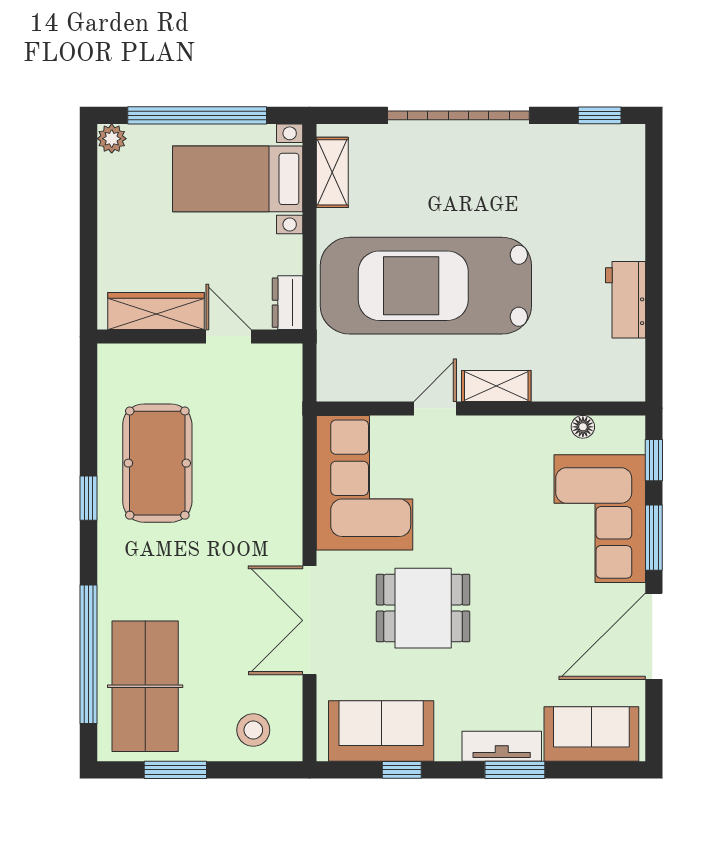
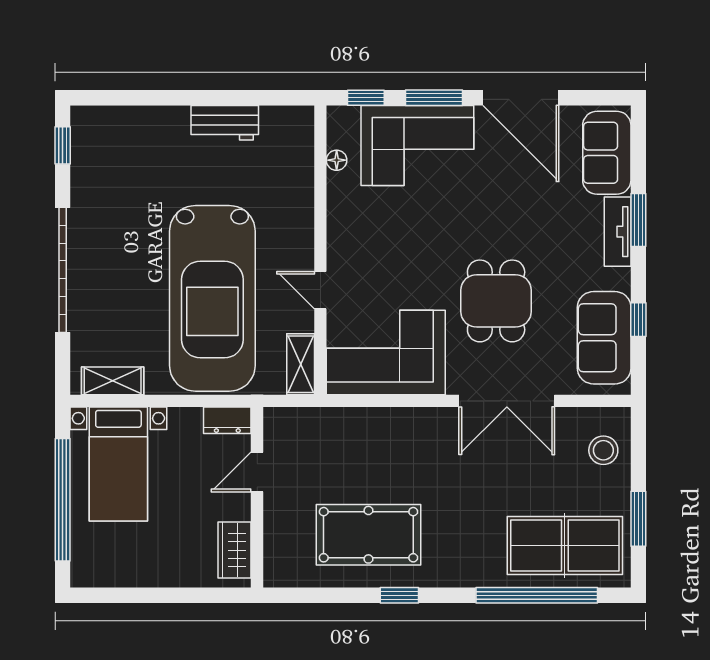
plant: (112, 139) -> (83, 575), removed
wardrobe: (156, 311) -> (235, 550), width x0.67
shelving: (496, 386) -> (301, 364), moved

